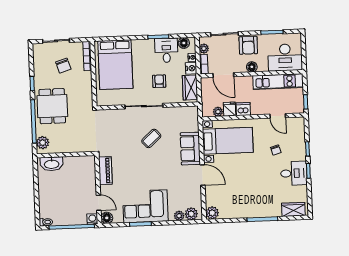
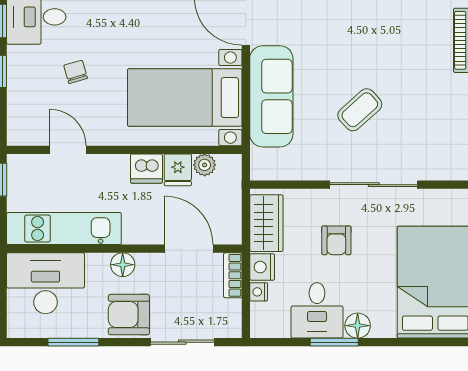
floor lamp: (184, 43) -> (358, 326), moved
armchair: (248, 45) -> (129, 315), turned -90
plant: (204, 49) -> (231, 311), removed
sofa: (190, 149) -> (271, 96), width x1.36

